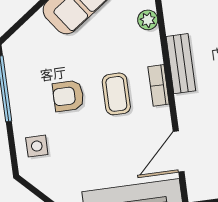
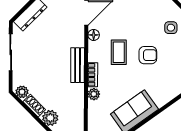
bookcase: (159, 85) -> (93, 75), moved
floor lamp: (161, 117) -> (94, 35), added

